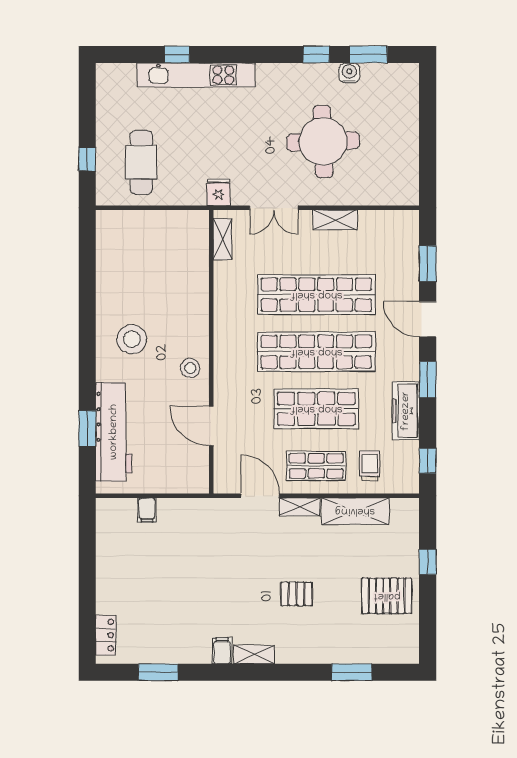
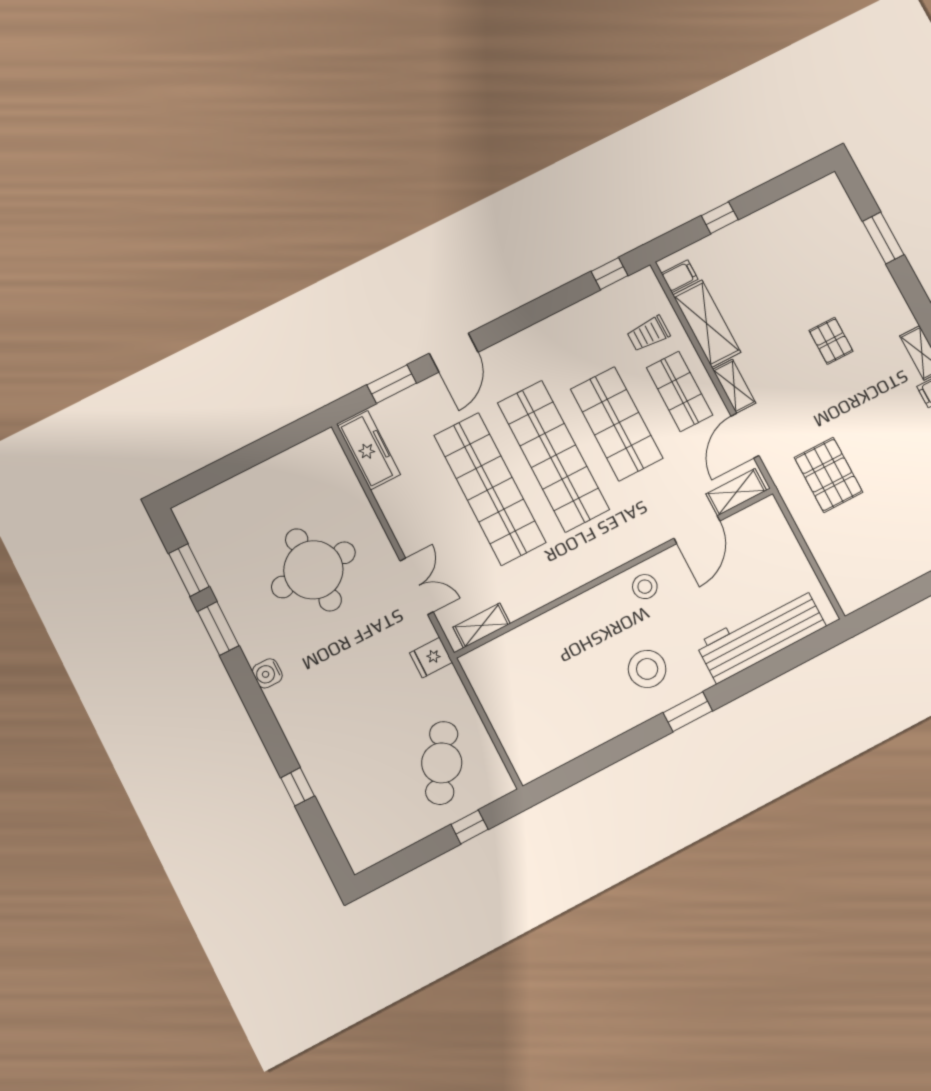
window: (316, 54) -> (218, 629), width x1.50
water cooler: (349, 73) -> (267, 673), moved
kitchen unit: (196, 75) -> (310, 753), removed
cafe table: (141, 162) -> (442, 763), turned -59
shelving: (335, 220) -> (736, 492), moved, turned 90
window: (428, 380) -> (520, 319), removed
freezer: (406, 411) -> (369, 450), moved, turned -90
window: (87, 428) -> (688, 712), moved
filing cabinet: (147, 510) -> (680, 276), moved
pallet: (387, 596) -> (829, 475), moved

